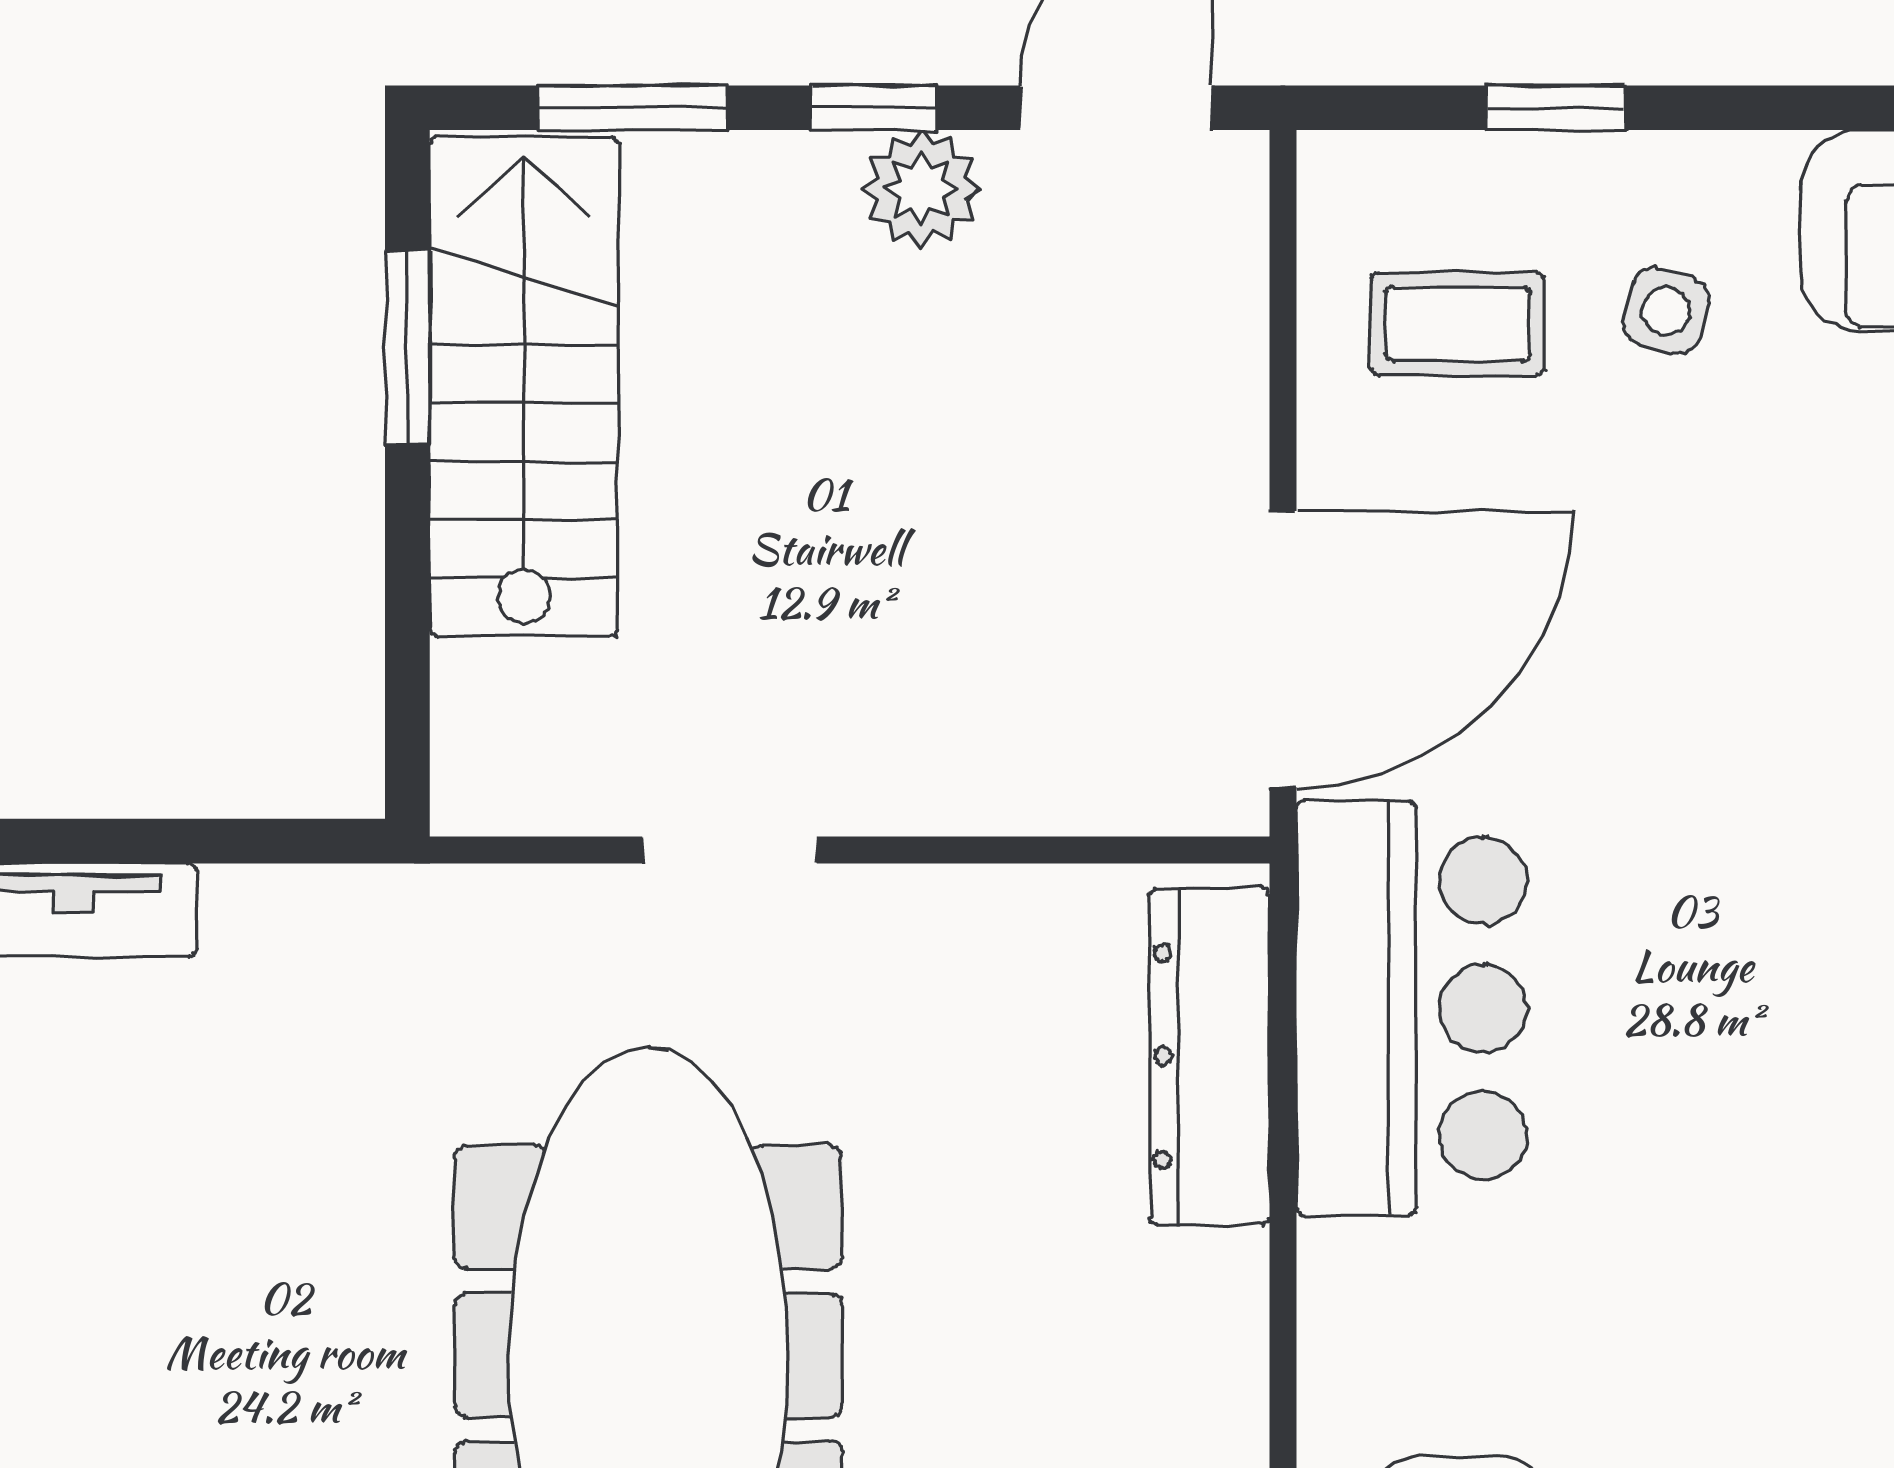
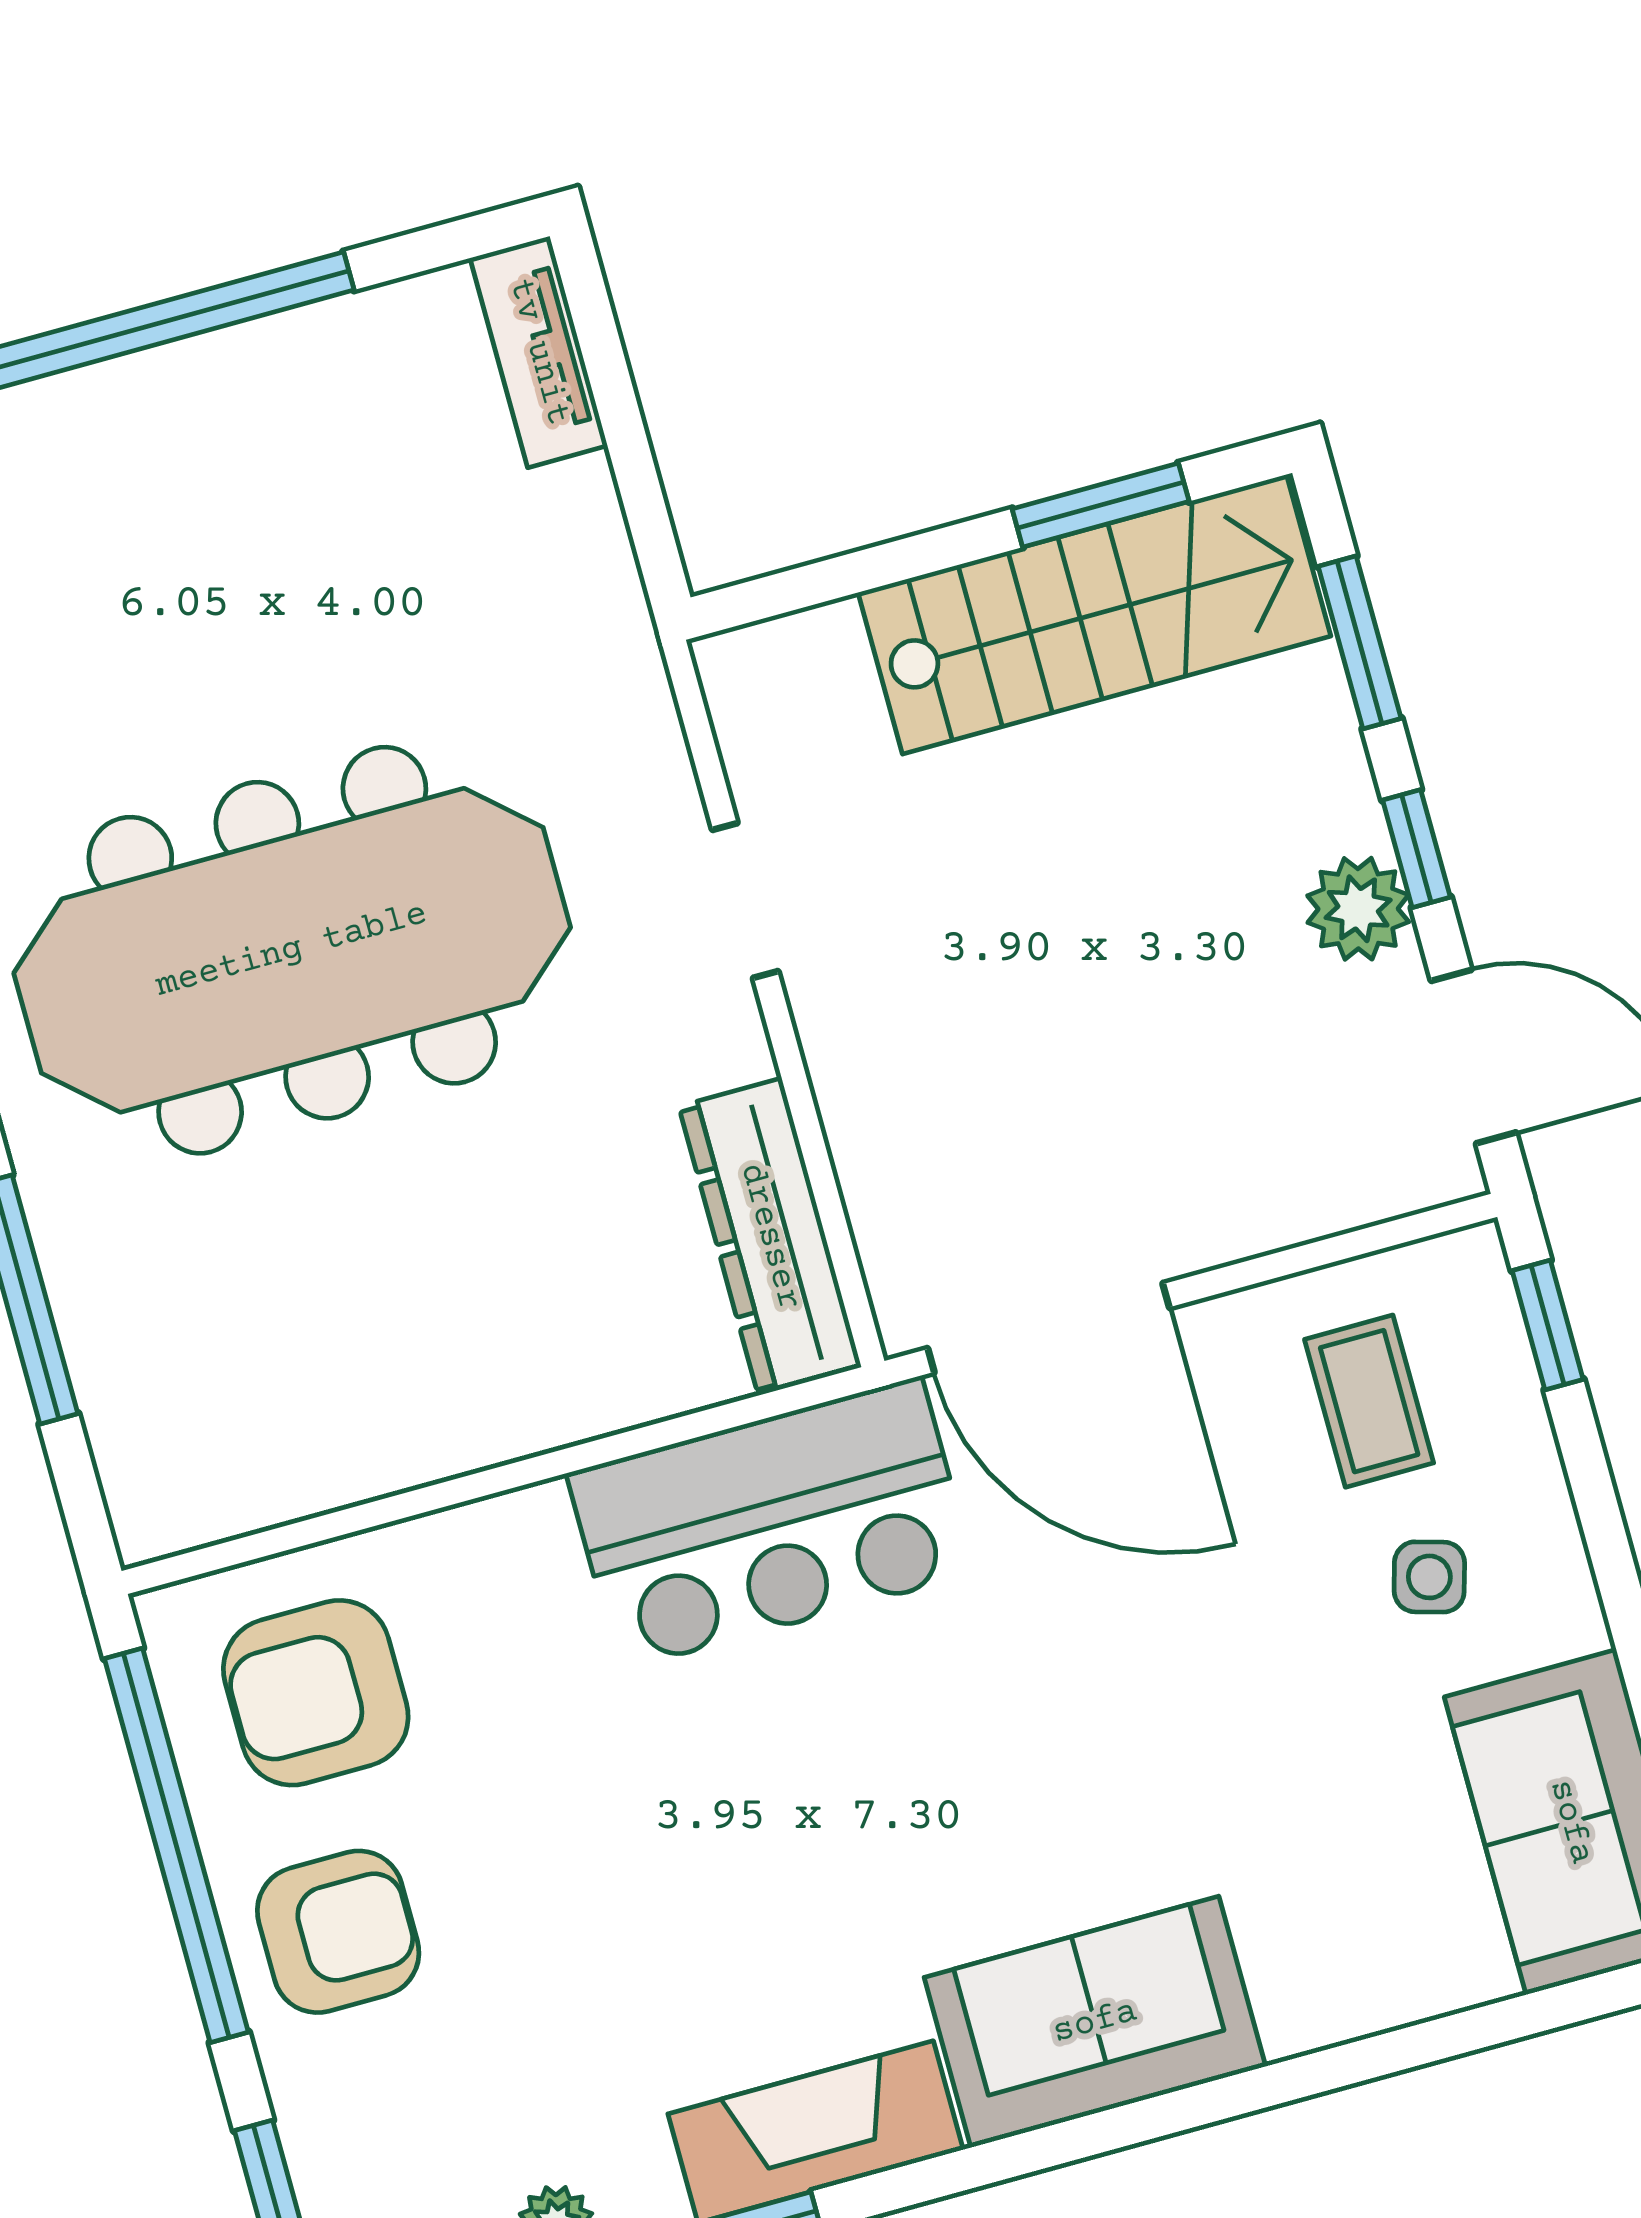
window: (1556, 108) -> (1548, 1325), moved
dresser: (1210, 1056) -> (770, 1237), moved, turned -90

